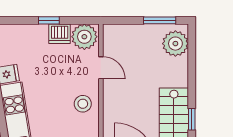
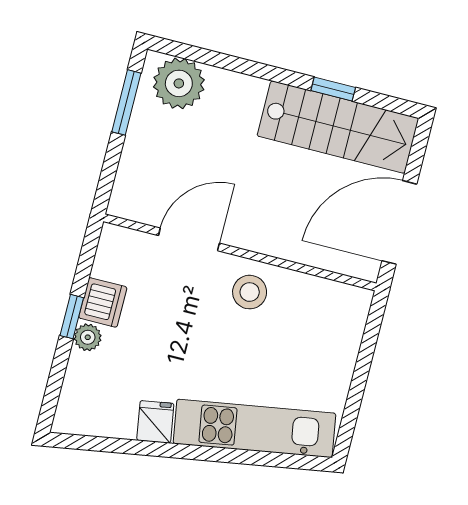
plant: (84, 37) -> (88, 337), moved, width x0.53, depth x0.53
door: (101, 68) -> (189, 239), width x1.38

